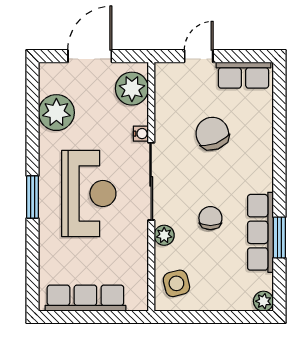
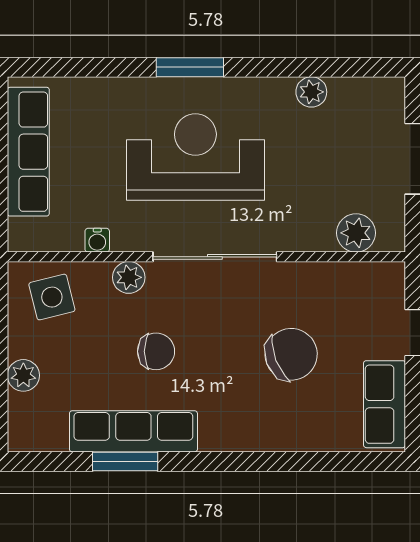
plant: (132, 89) -> (356, 233), width x0.73, depth x0.73
plant: (56, 113) -> (311, 92), width x0.53, depth x0.53
water cooler: (141, 134) -> (97, 240), moved
reception desk: (89, 193) -> (195, 157), turned 180
plant: (263, 301) -> (23, 375), moved

